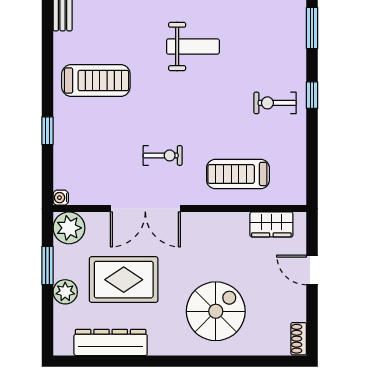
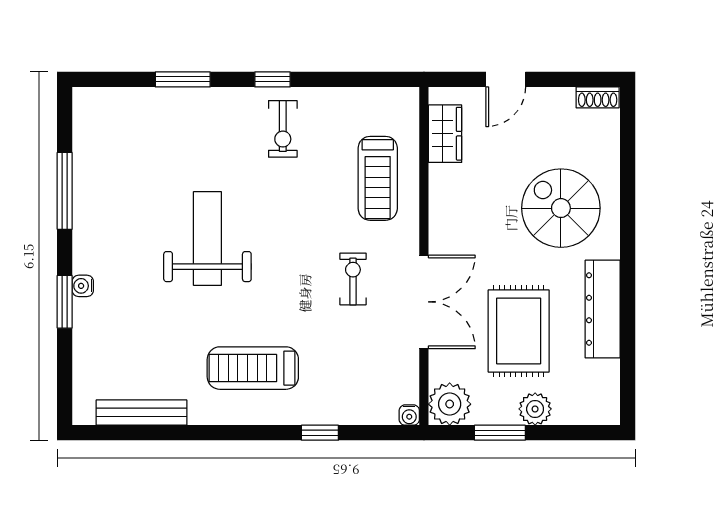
weight bench: (193, 46) -> (207, 238), width x1.36, depth x1.33
treadmill: (96, 80) -> (253, 368), turned -90
dresser: (111, 342) -> (603, 309), moved

